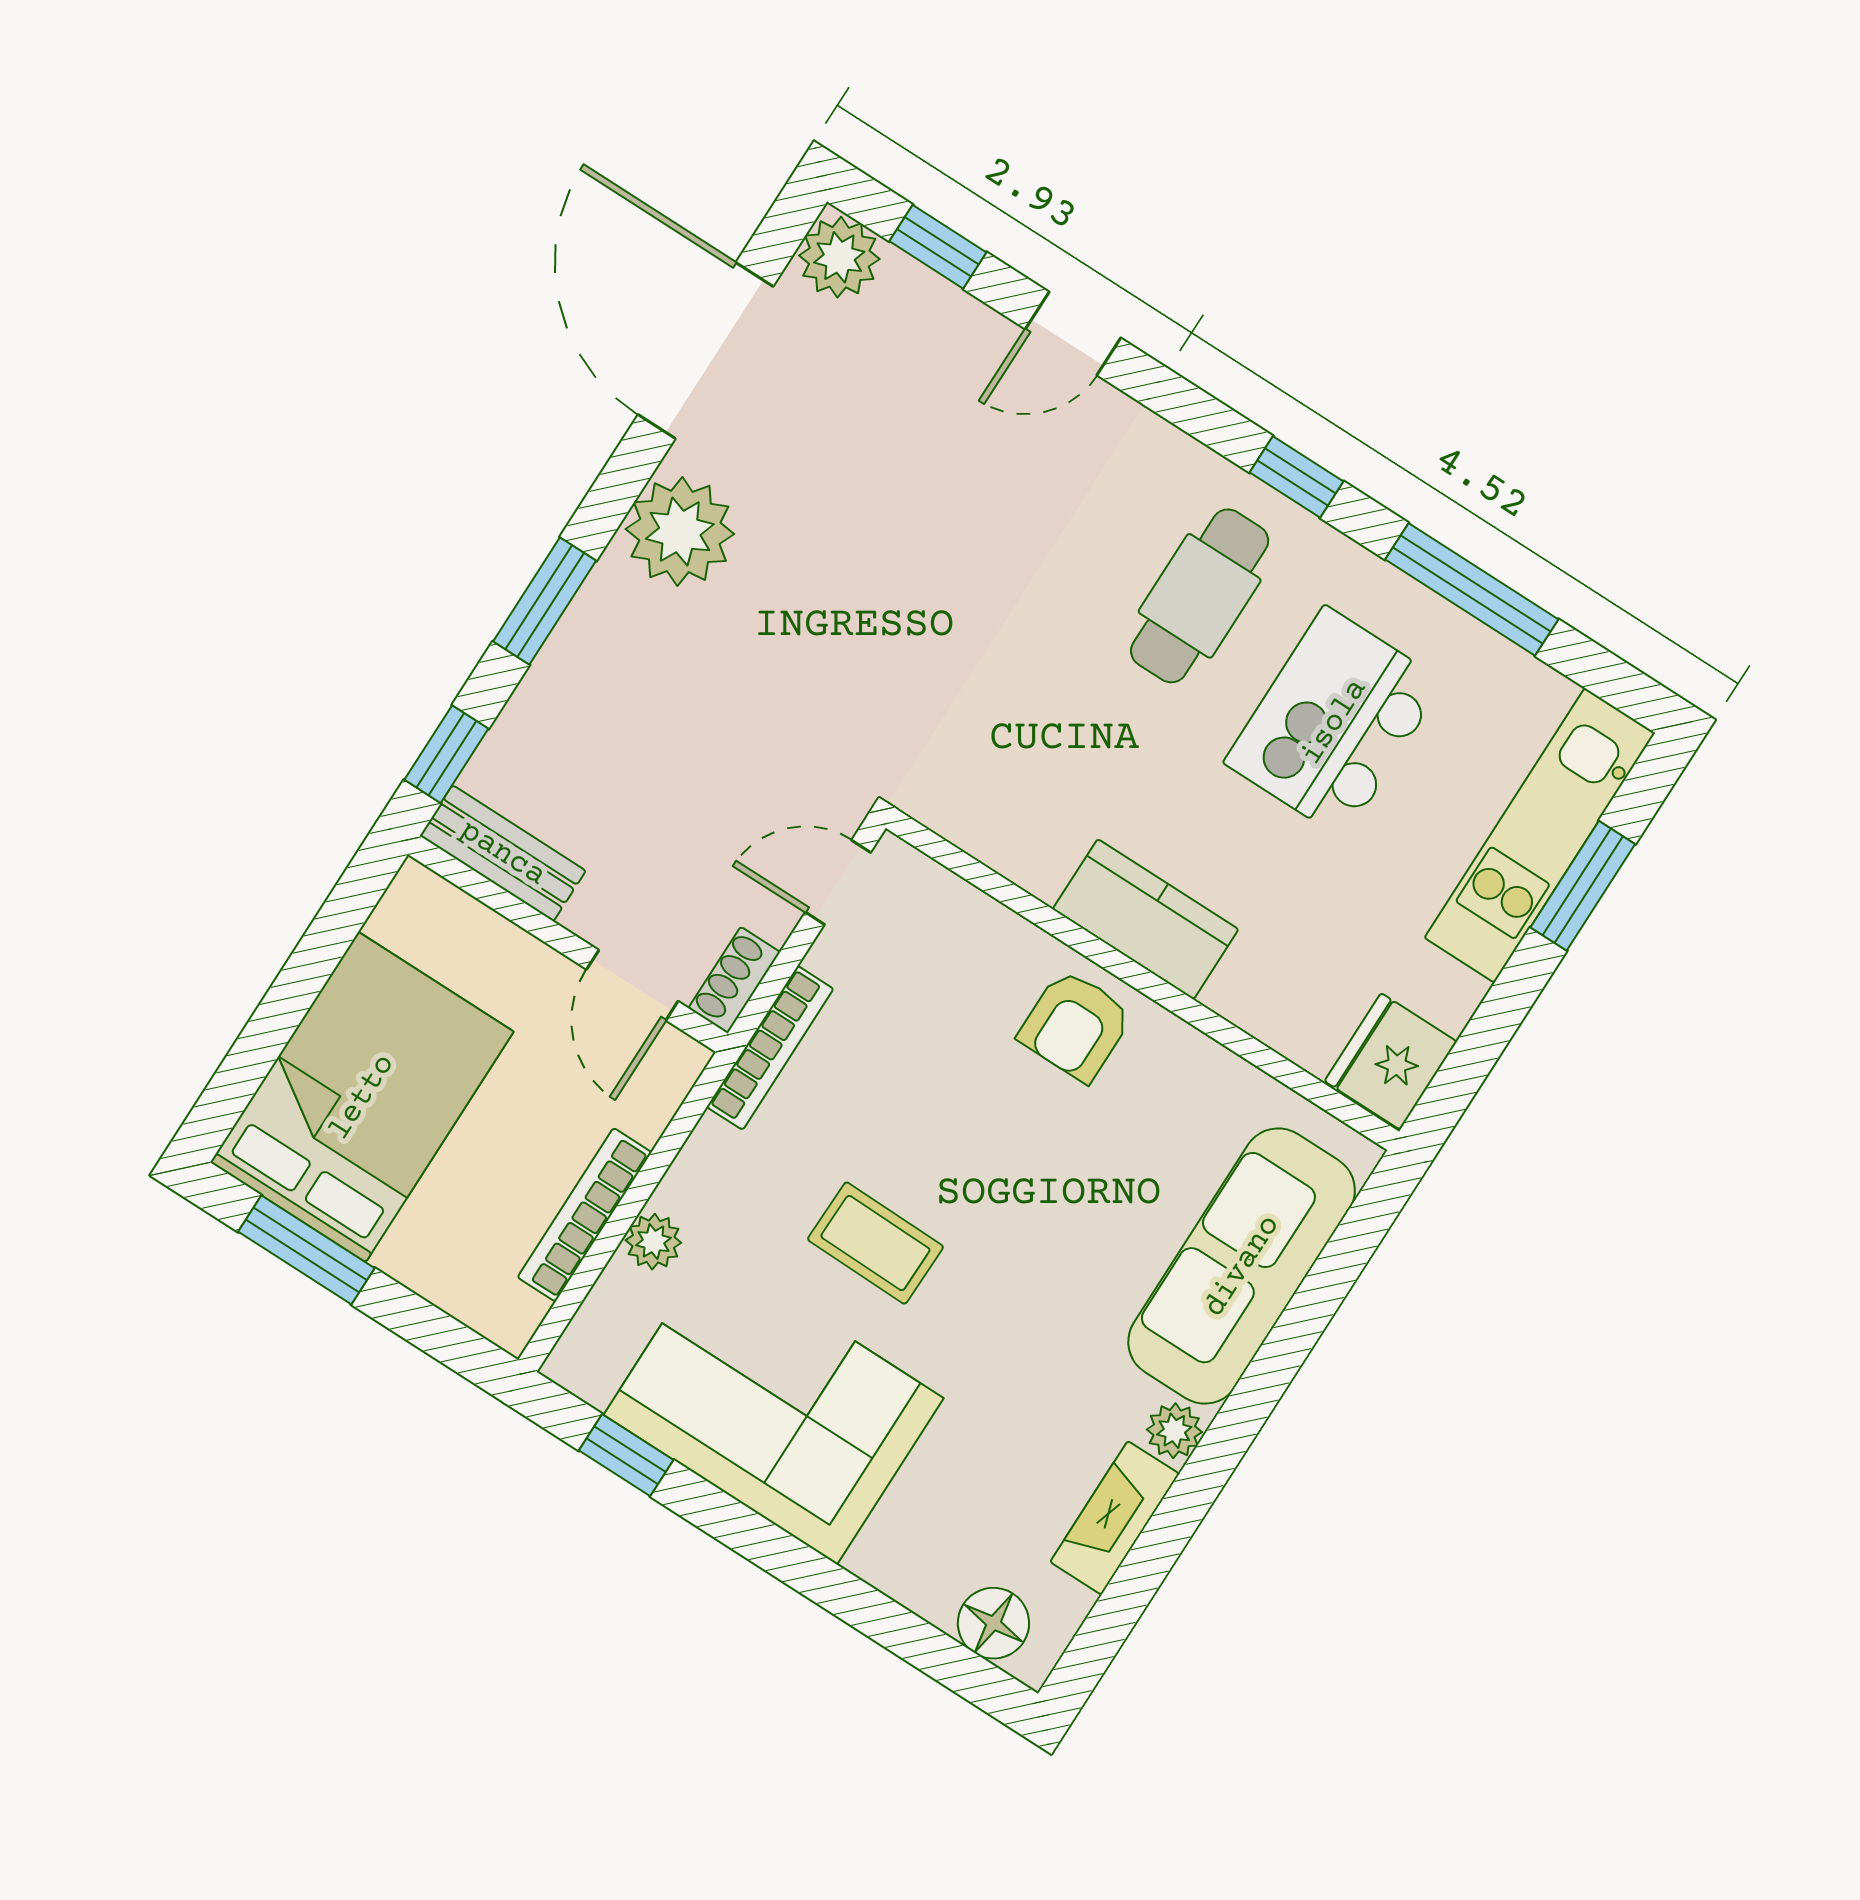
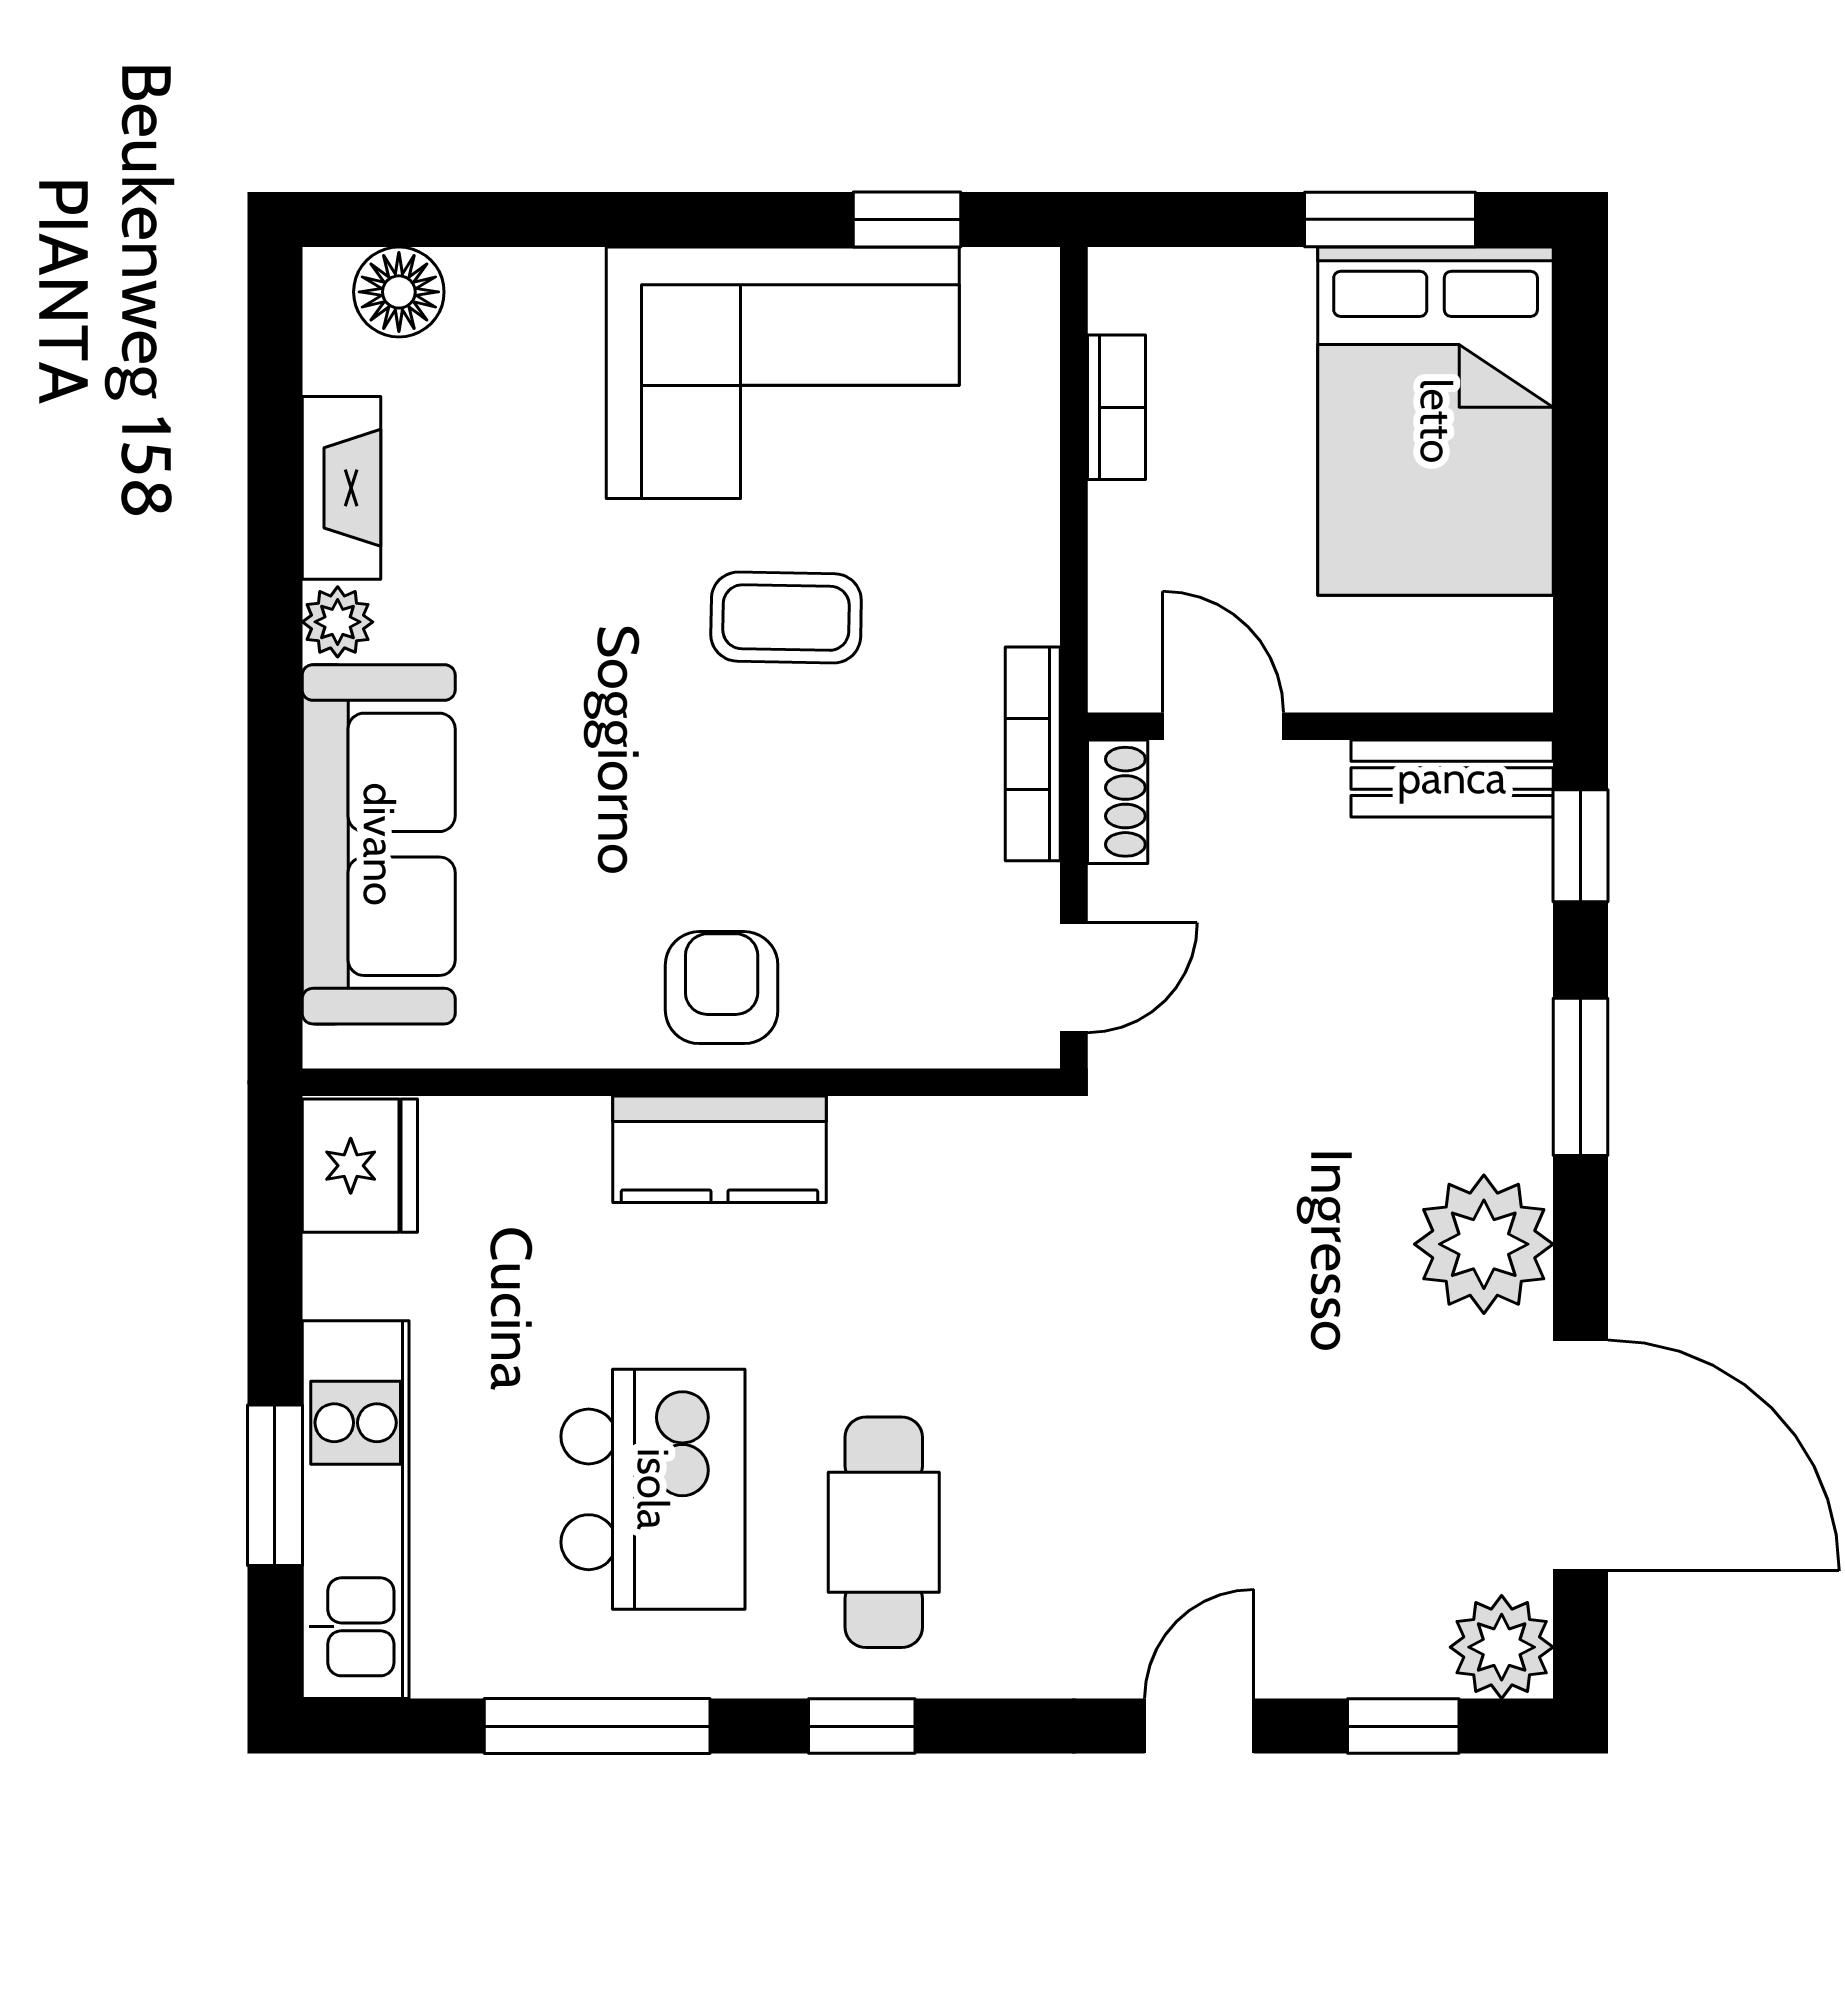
bookcase: (585, 1215) -> (1117, 407), width x0.64
plant: (653, 1242) -> (1025, 467), removed

